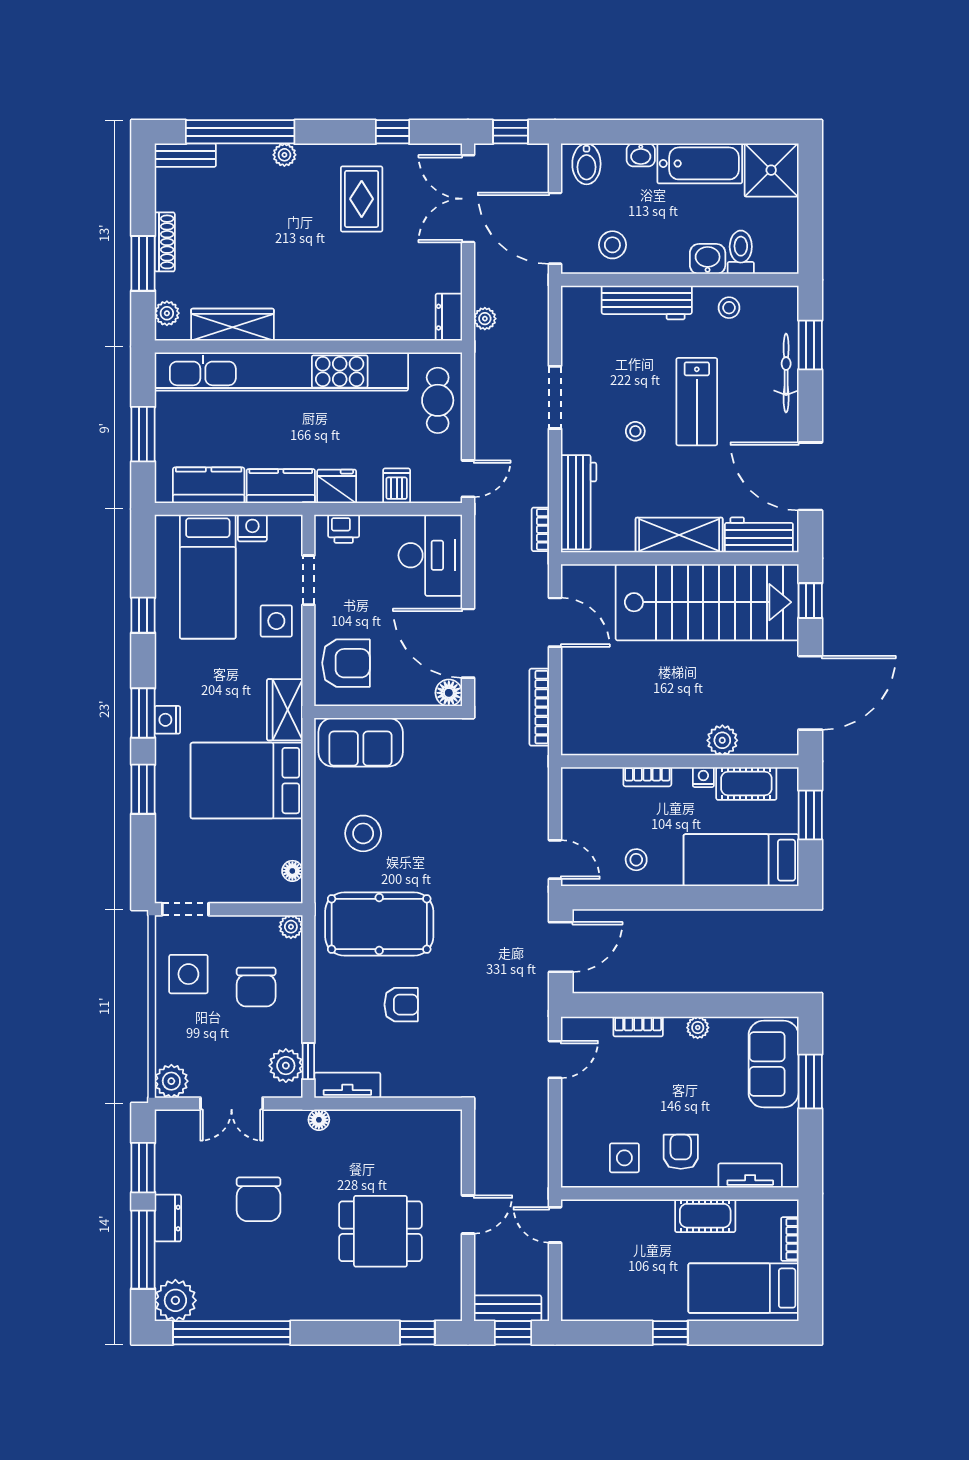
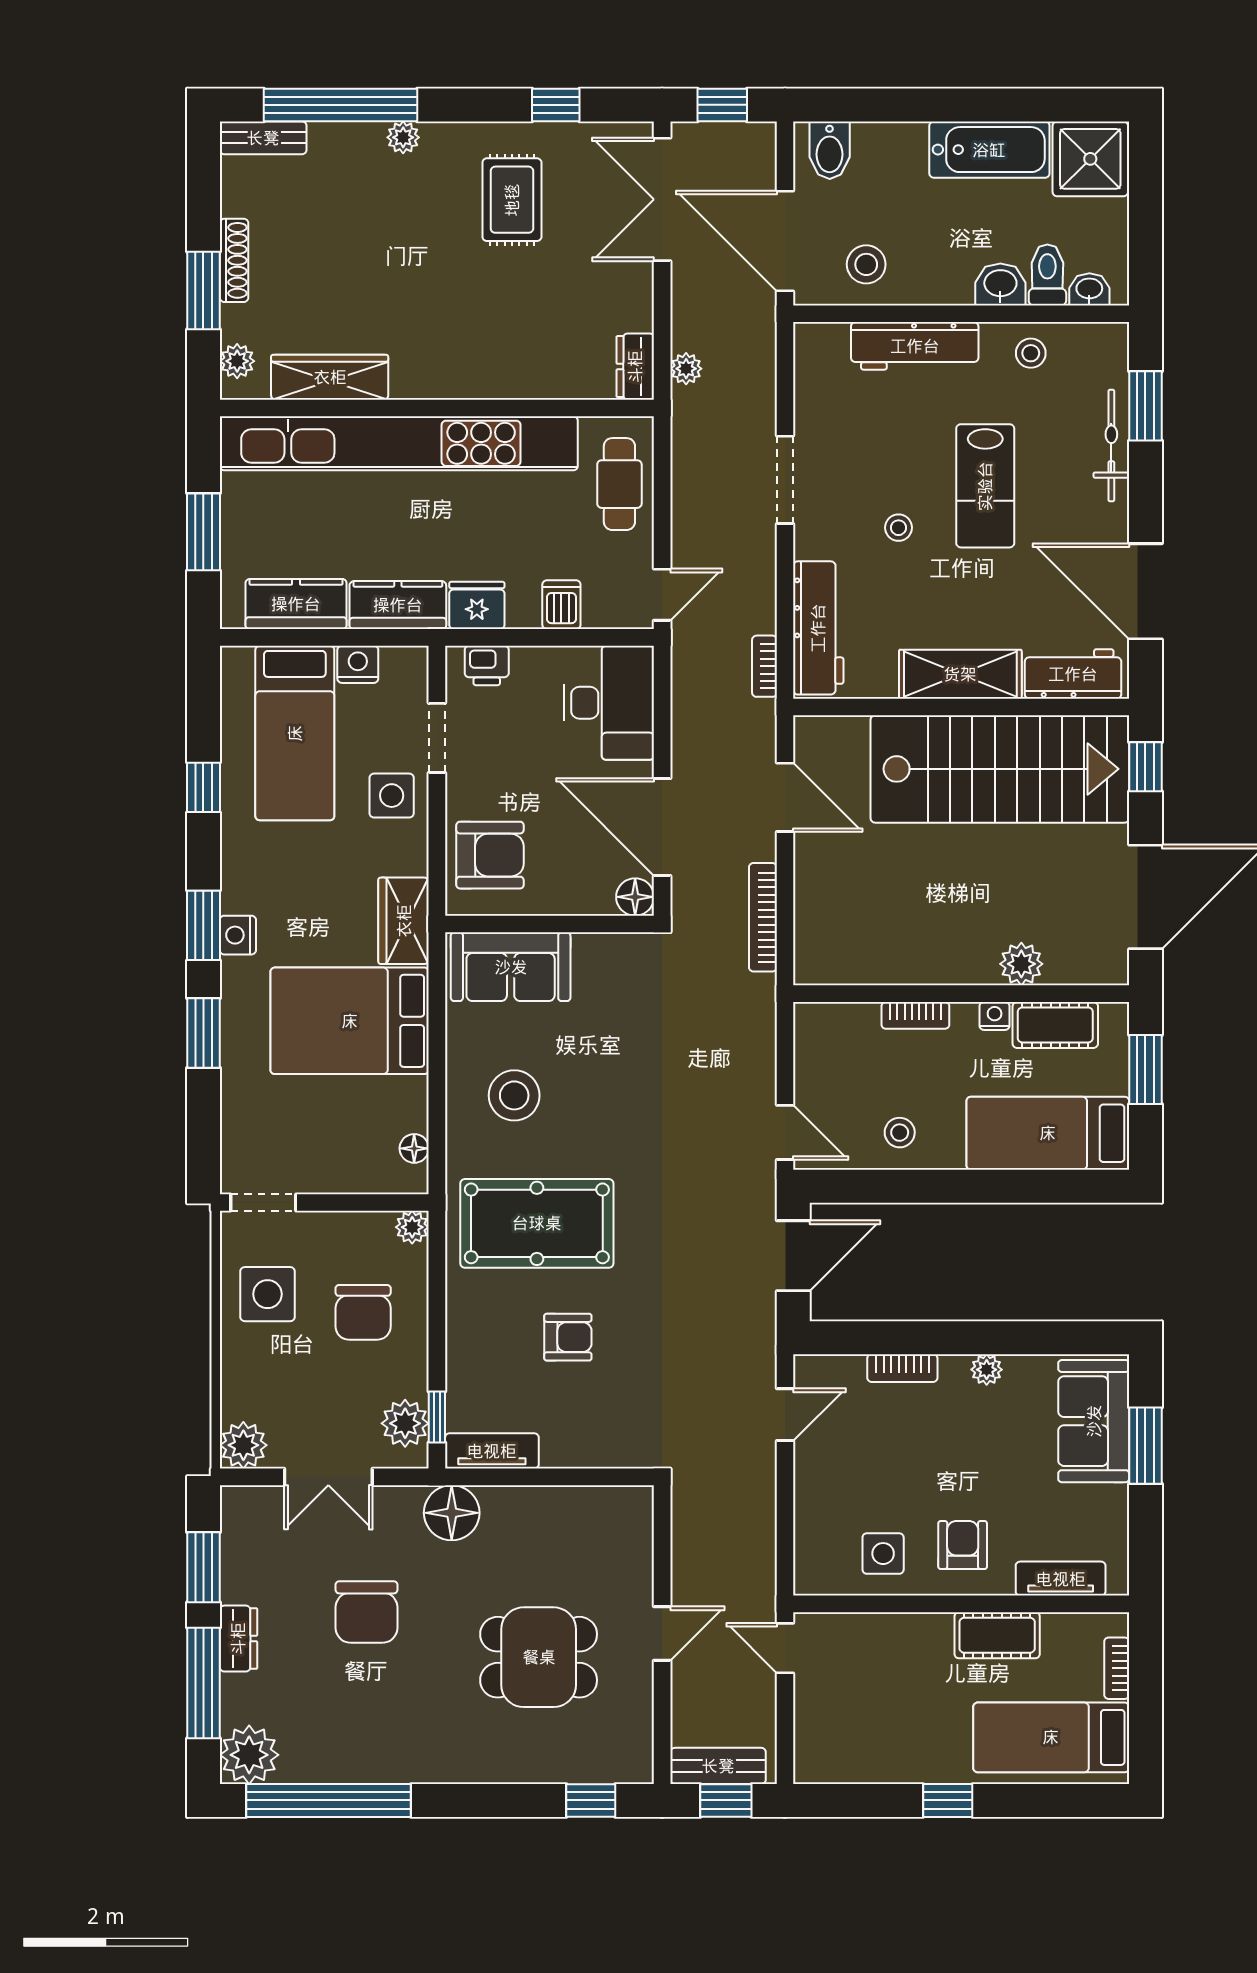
washbasin: (641, 155) -> (1089, 289), moved, turned 180
floor lamp: (319, 1120) -> (452, 1513), width x1.89, depth x1.89

